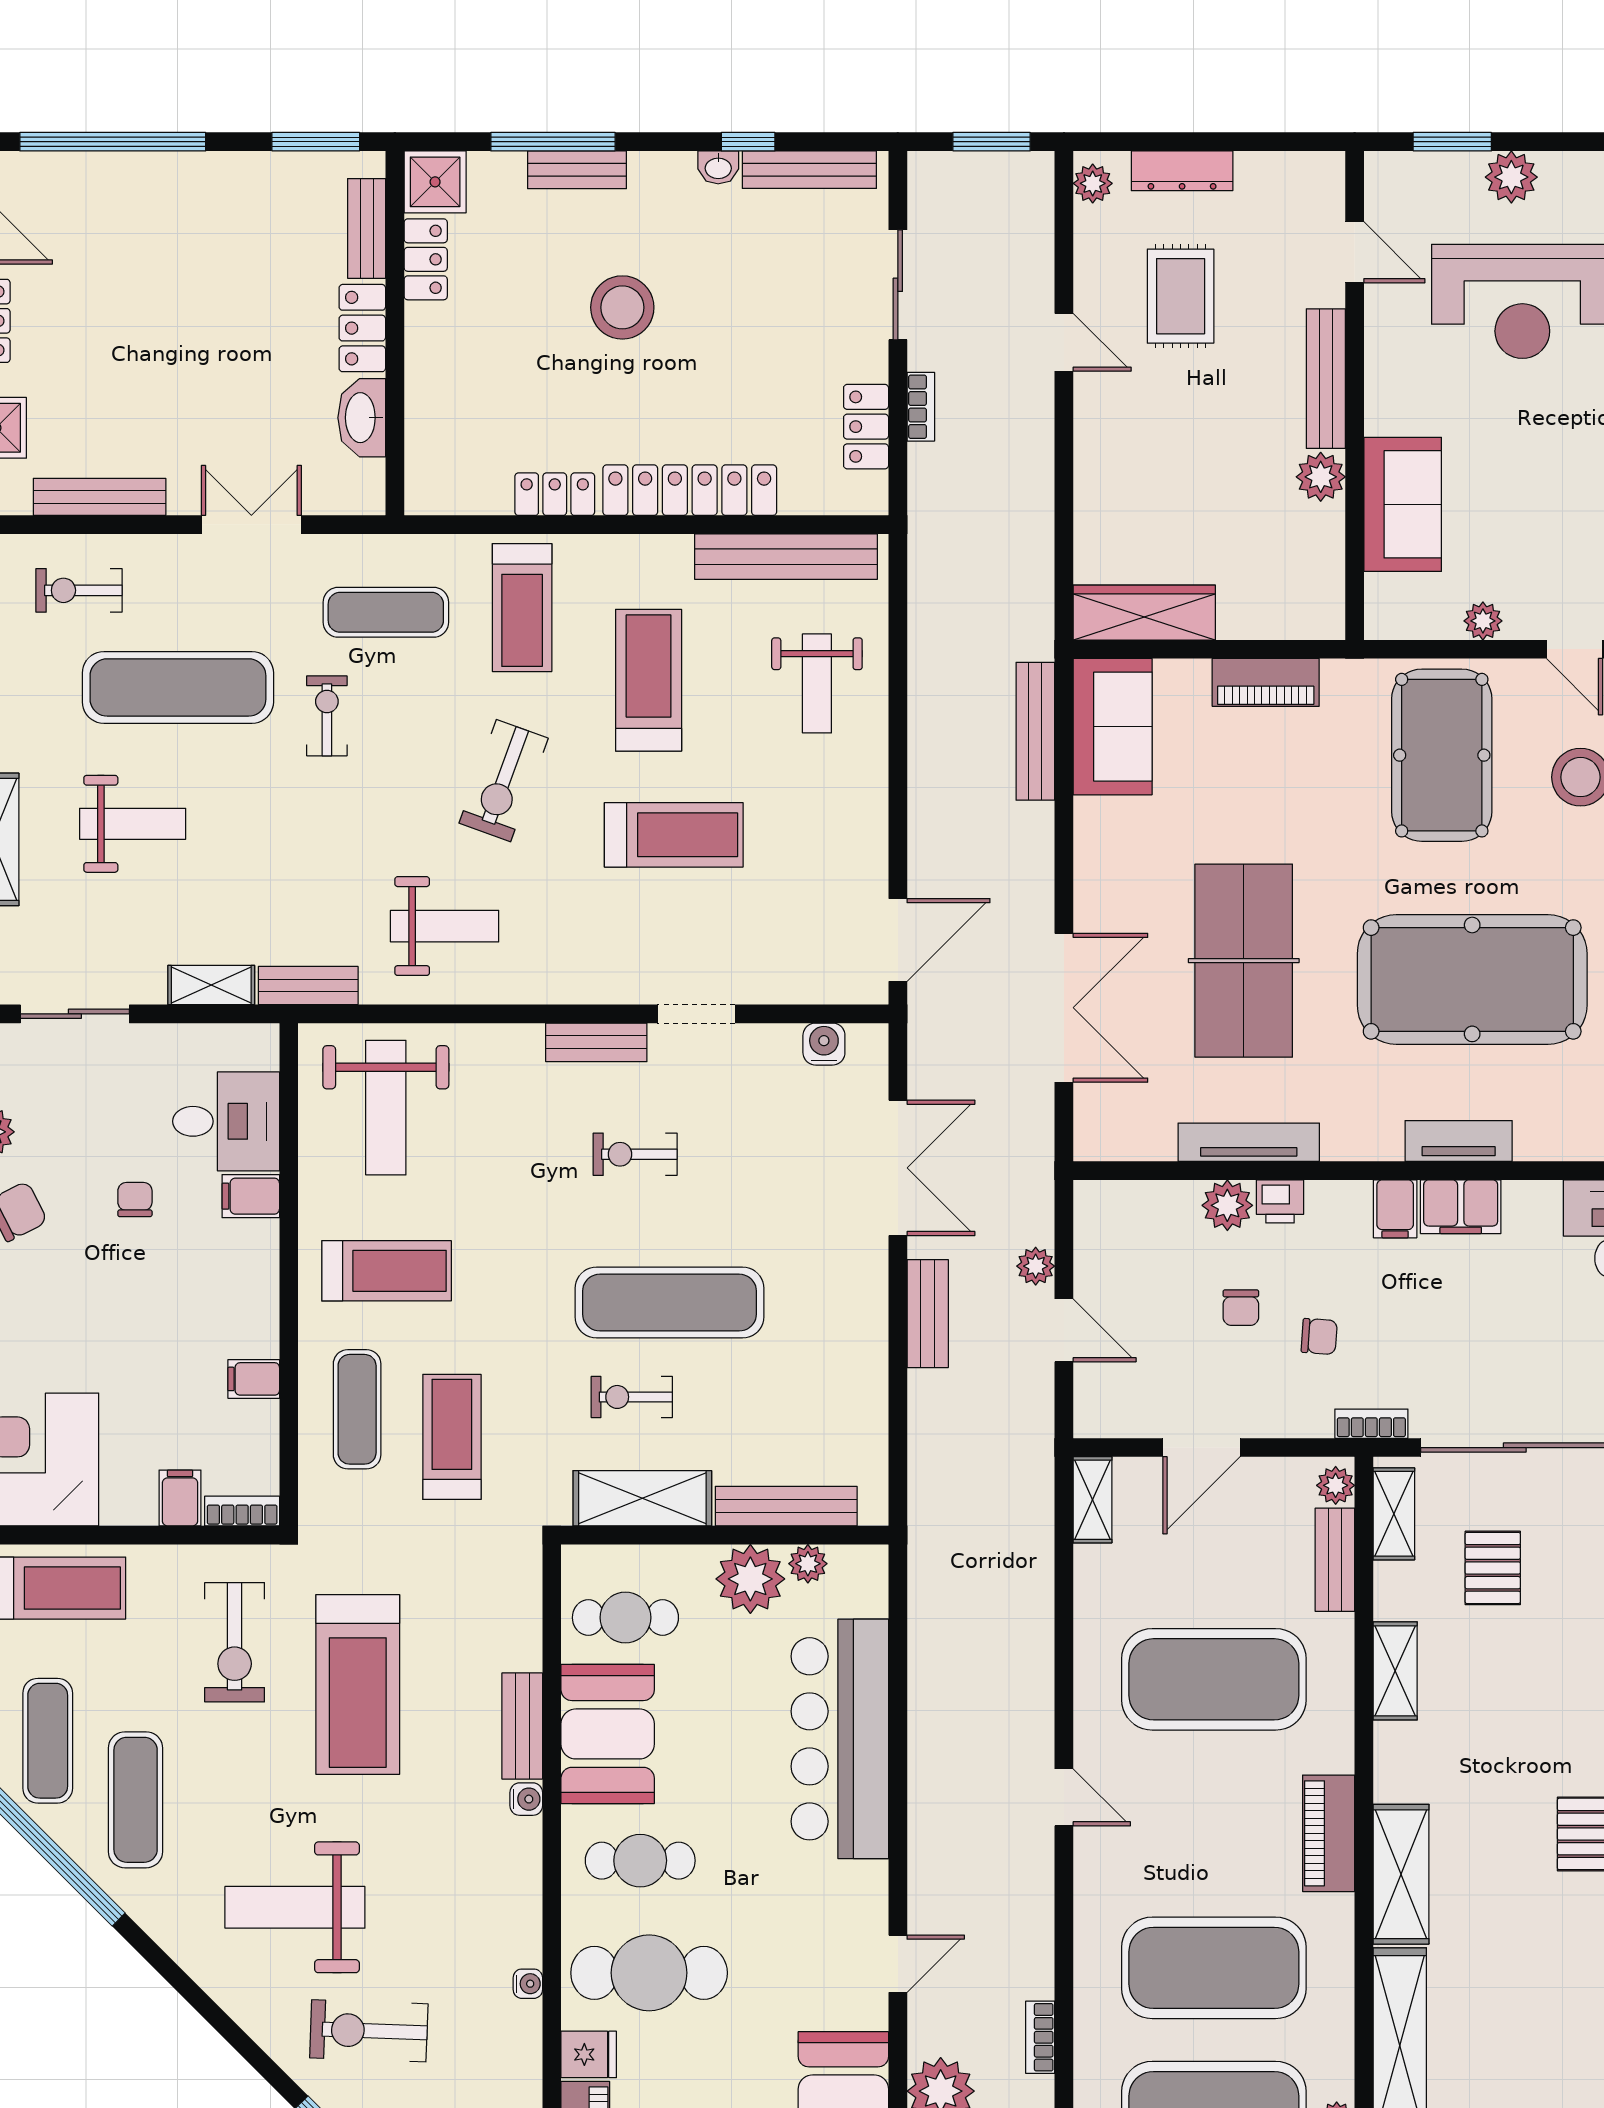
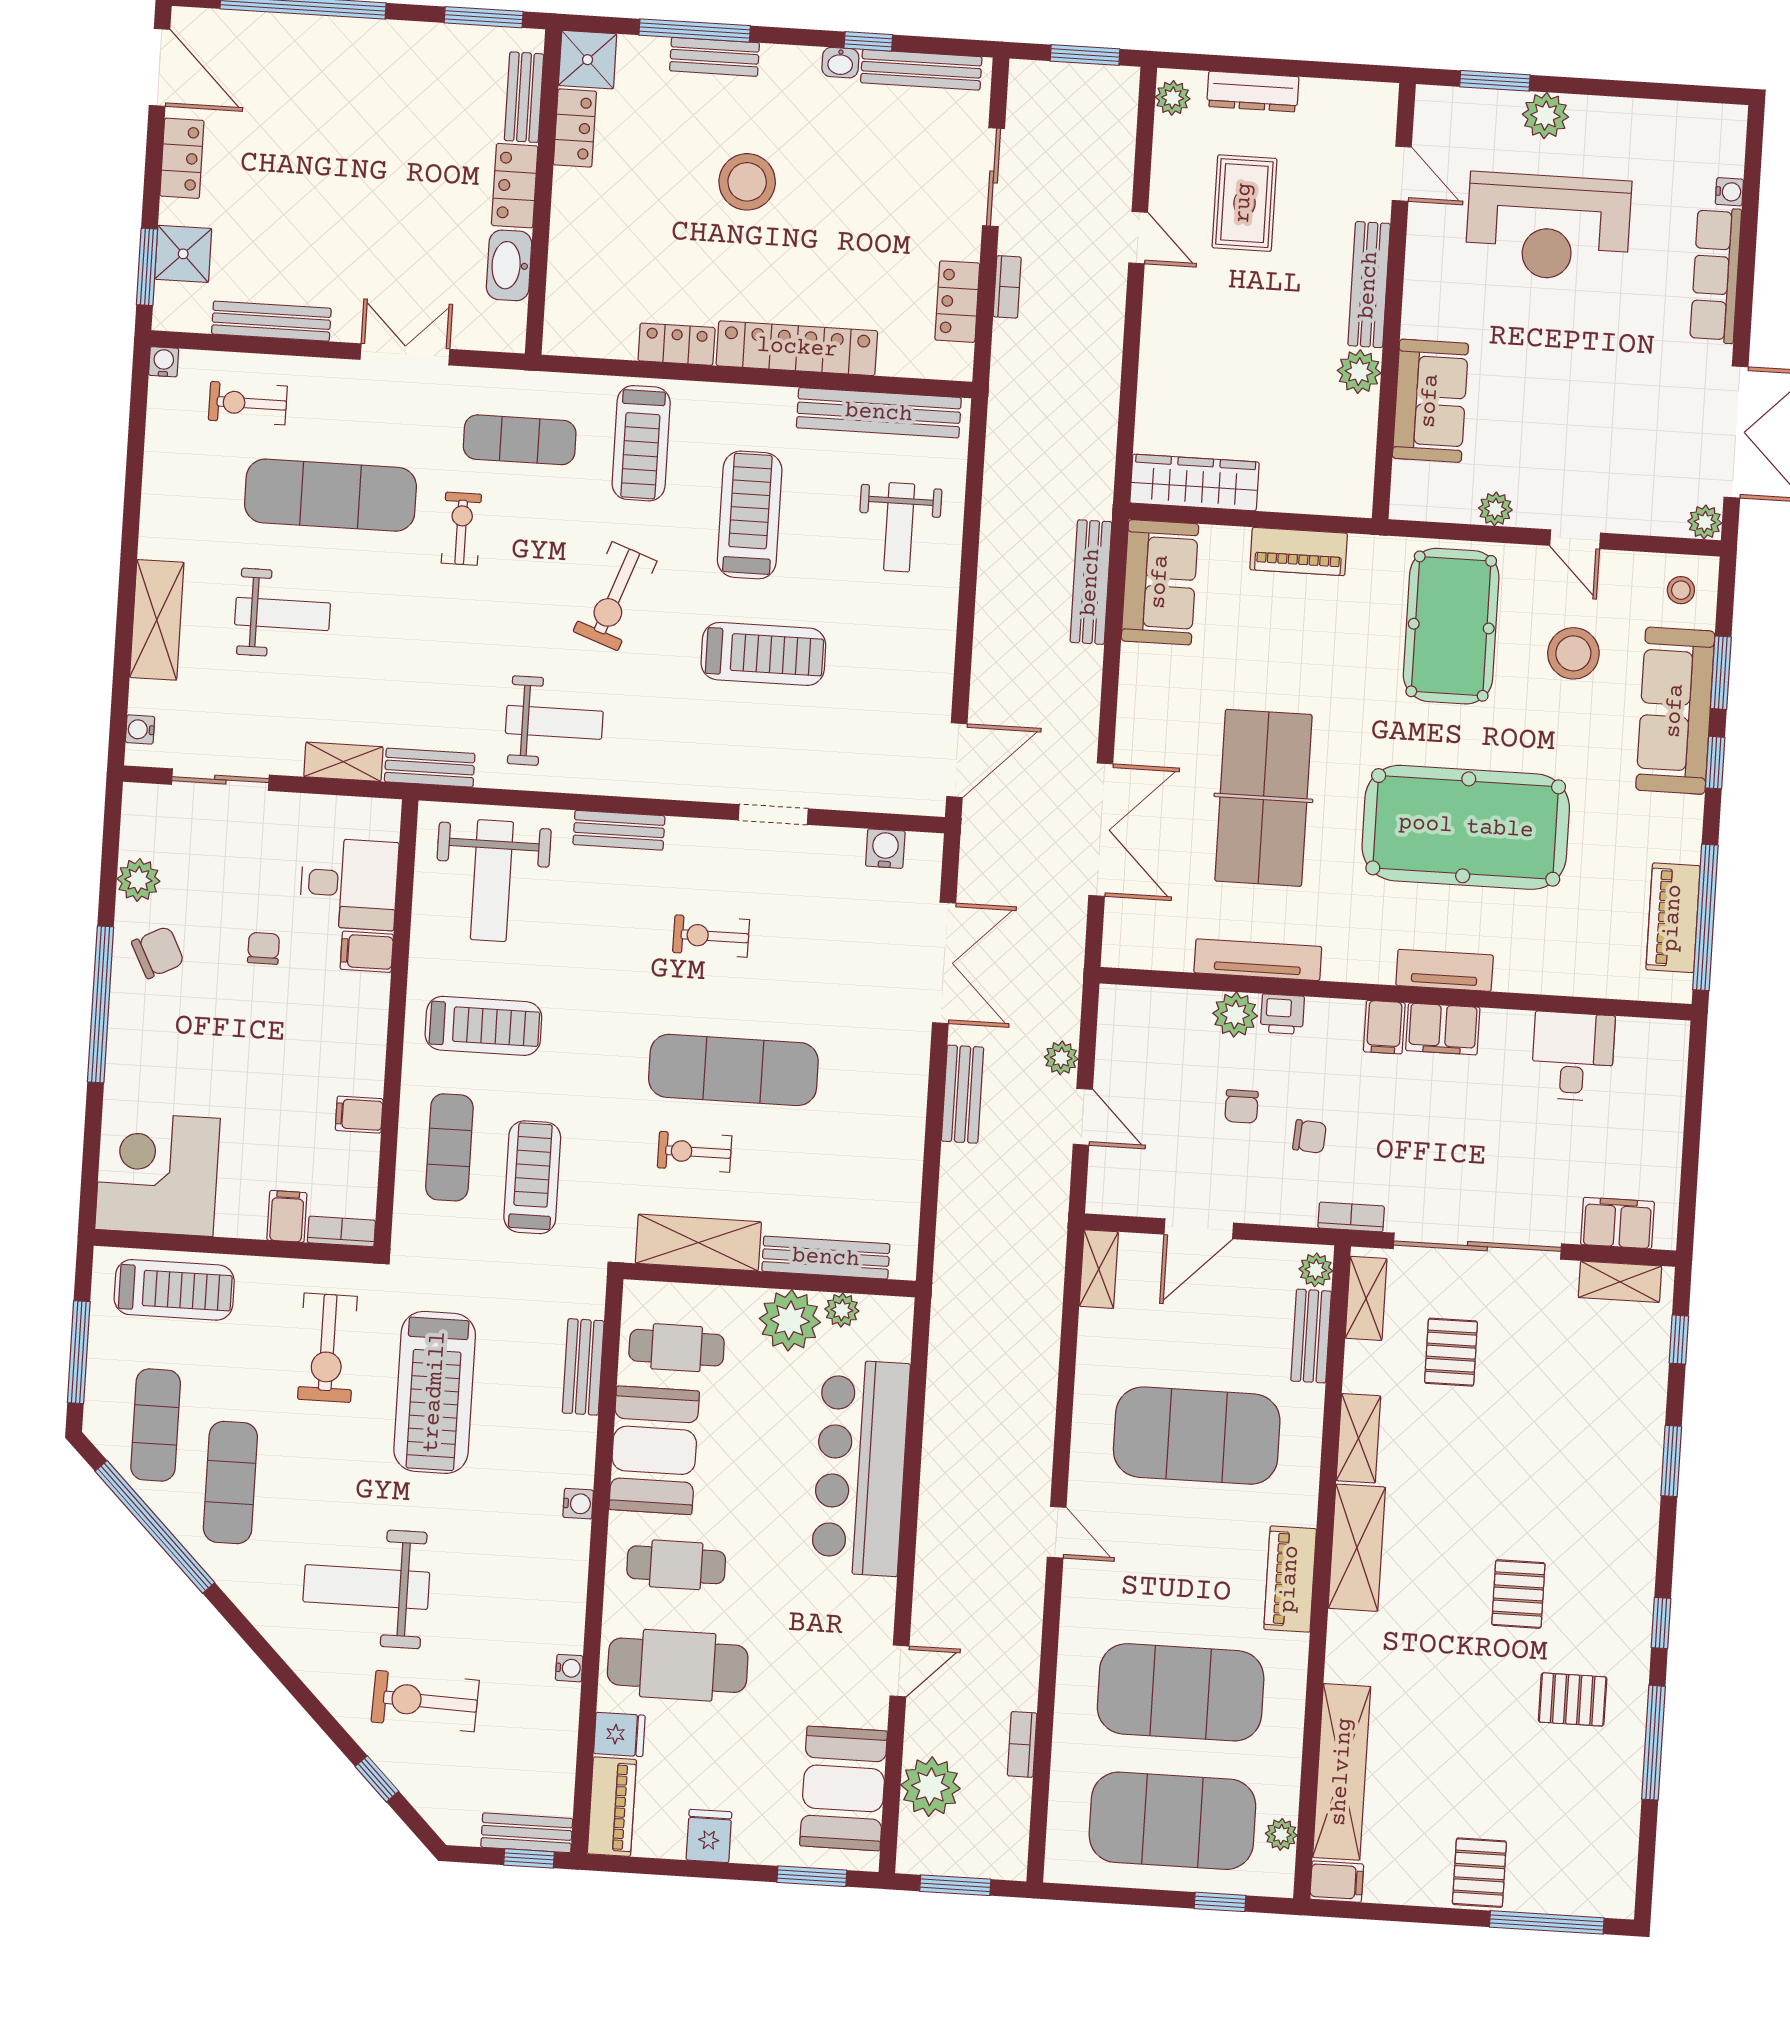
bench: (596, 1042) -> (619, 830), moved
bench: (522, 1726) -> (583, 1367), moved
shelving: (1401, 1874) -> (1357, 1548), moved

